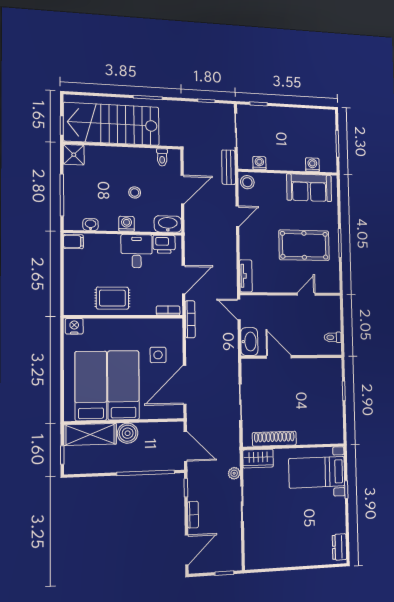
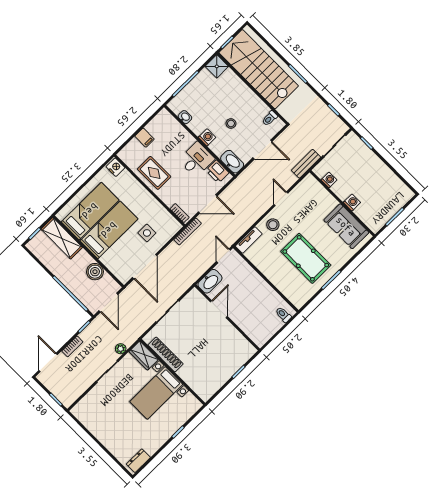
washing machine: (312, 165) -> (352, 202), moved
stool: (247, 182) -> (273, 225), moved
door: (237, 216) -> (281, 199), swing flipped
filing cabinet: (73, 242) -> (145, 138), moved
door: (306, 294) -> (276, 289), removed
toilet: (333, 337) -> (283, 315), moved
door: (185, 385) -> (145, 267), swing flipped
boiler: (128, 433) -> (95, 272), moved
bed with nightstands: (317, 472) -> (156, 393), moved, turned -90
door: (187, 550) -> (48, 362), swing flipped

